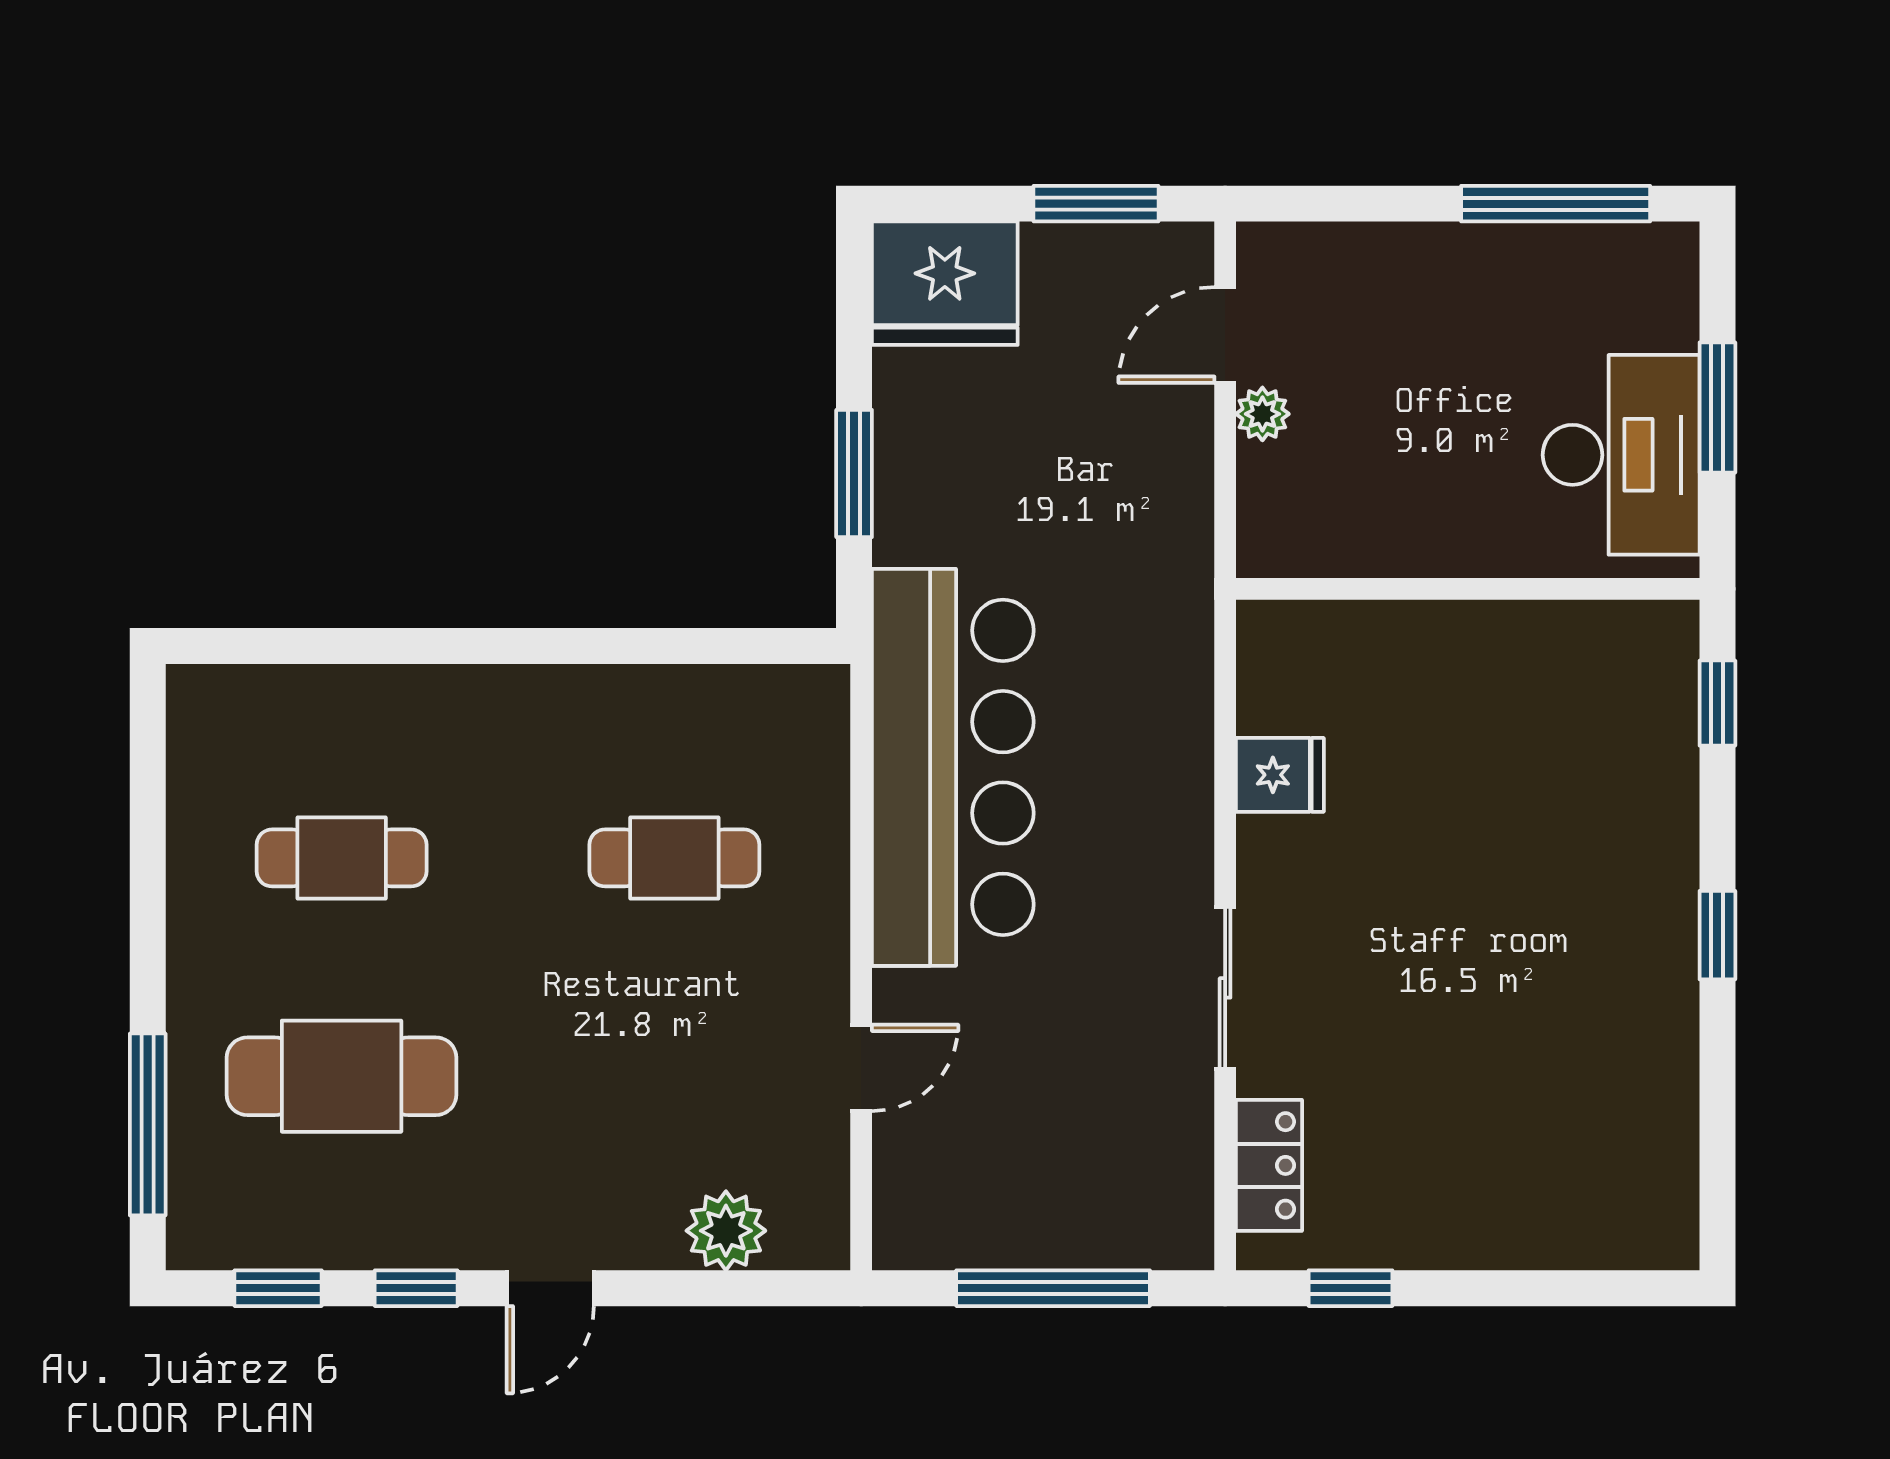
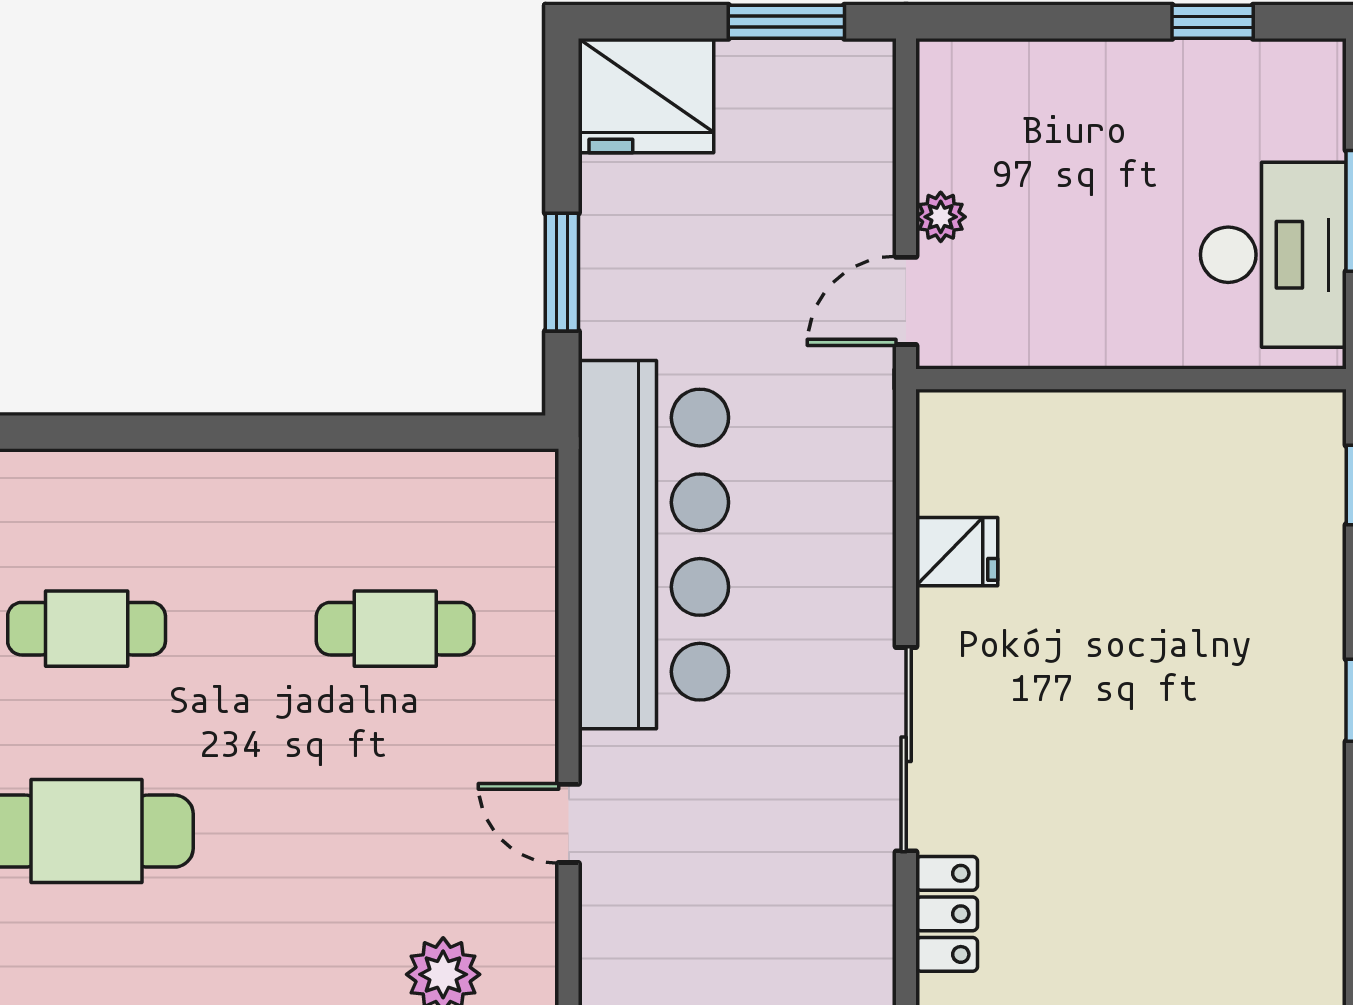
window: (1556, 204) -> (1213, 22), width x0.46
door: (1225, 335) -> (906, 301), moved
sliding door: (1225, 988) -> (906, 749), width x1.37
door: (861, 1068) -> (569, 823), swing flipped

